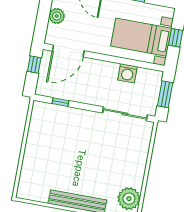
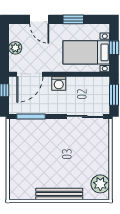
washing machine: (127, 73) -> (59, 83), moved
window: (60, 102) -> (31, 116), width x2.17

